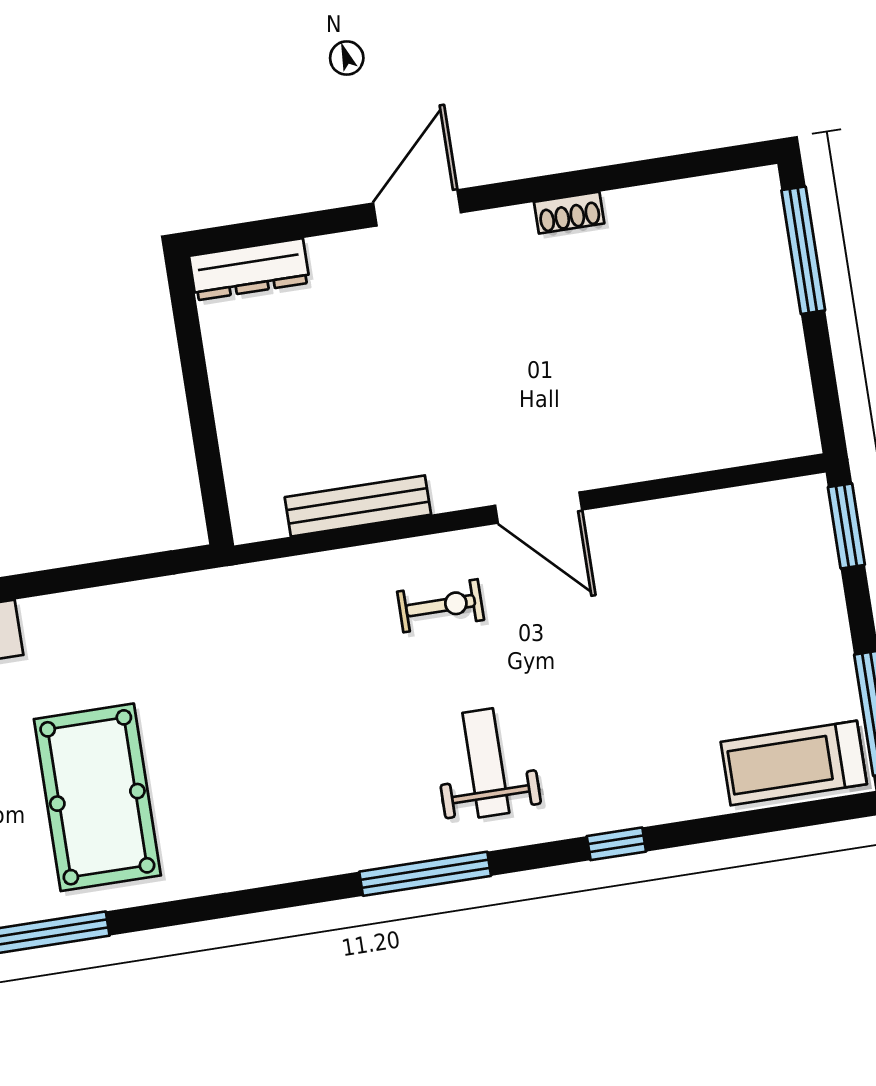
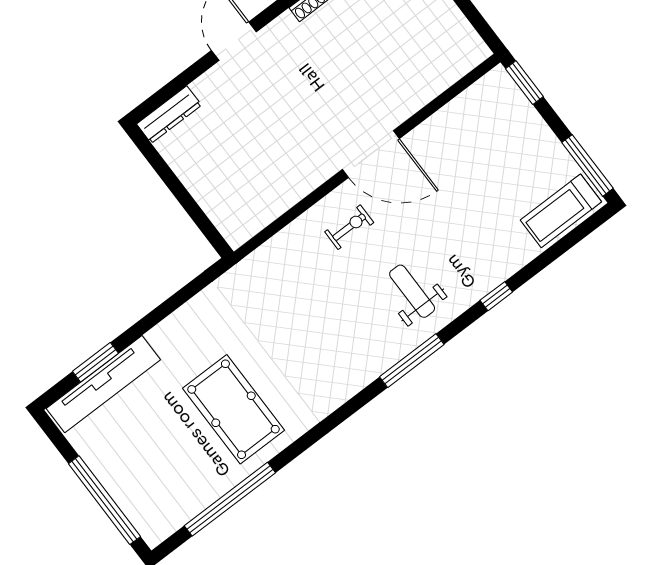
bench: (358, 506) -> (283, 200), removed
door: (539, 508) -> (371, 154), width x1.36

